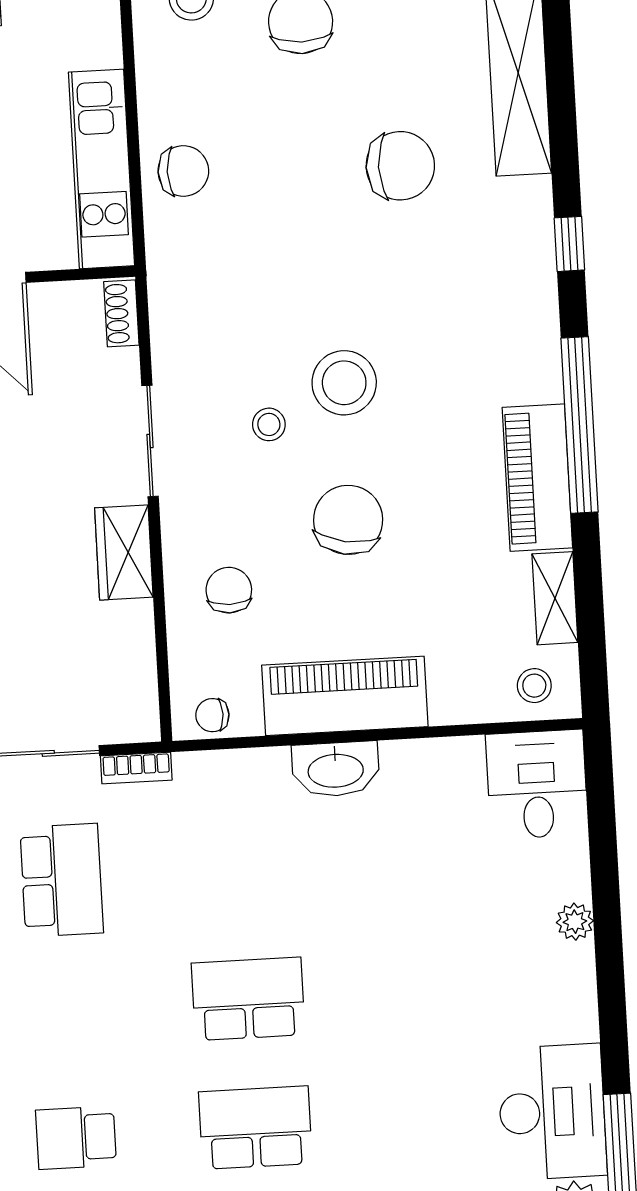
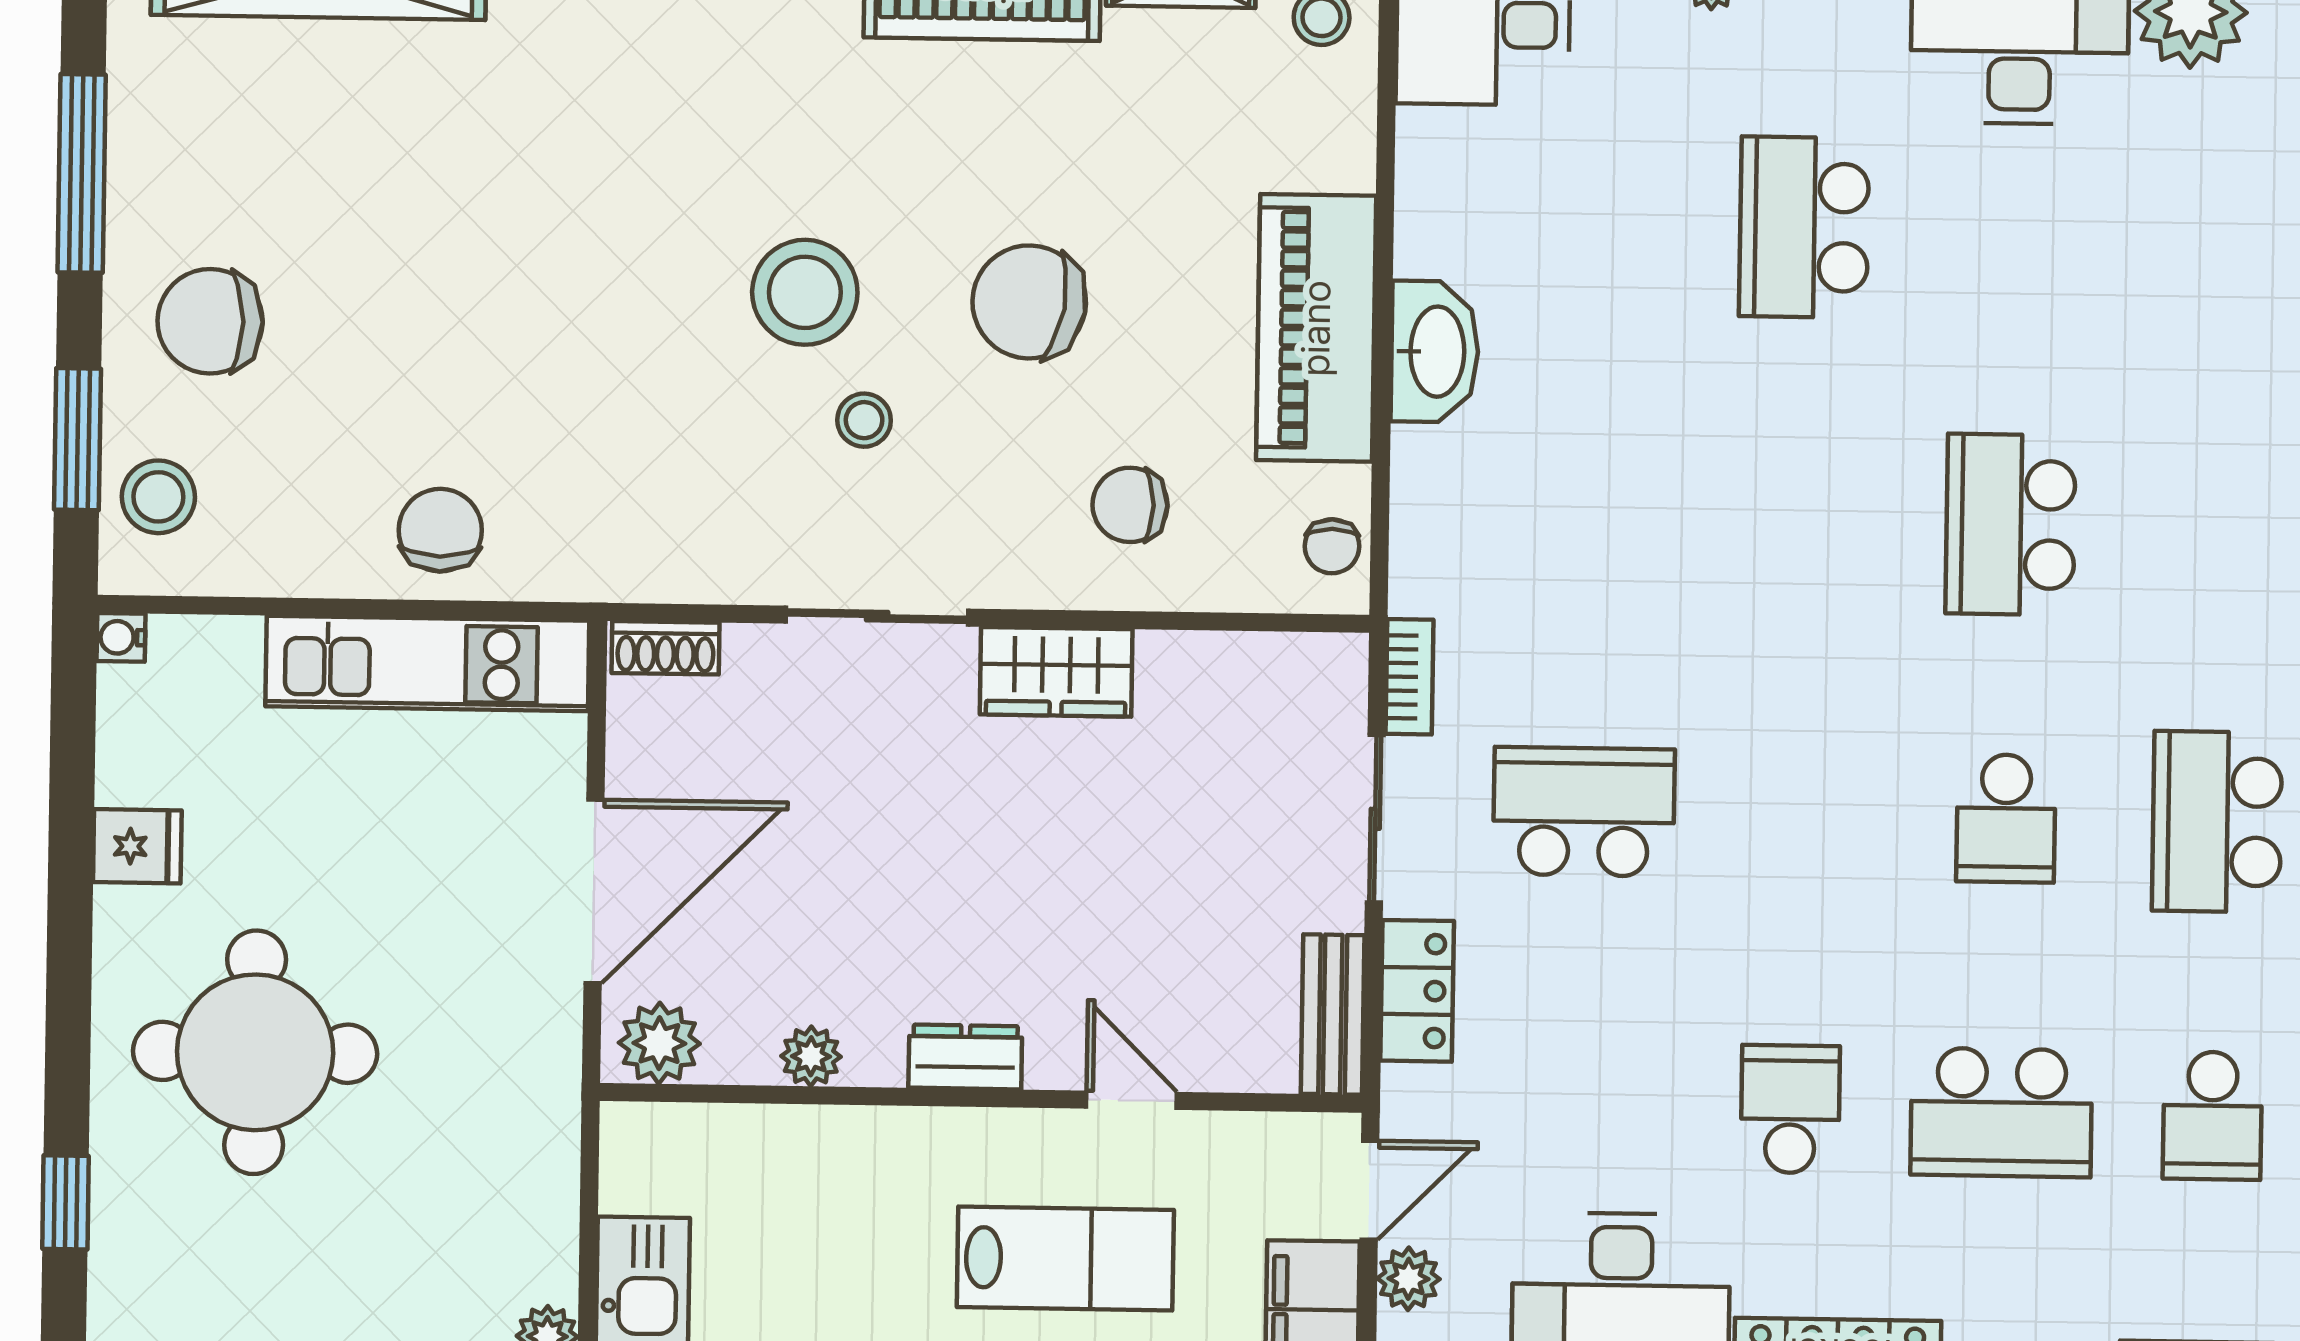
chair: (400, 166) -> (457, 175), removed
school desk: (248, 999) -> (1804, 227), moved

